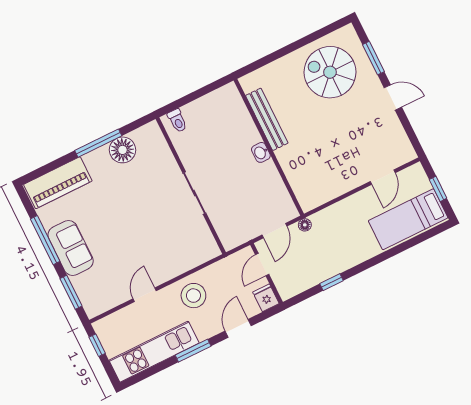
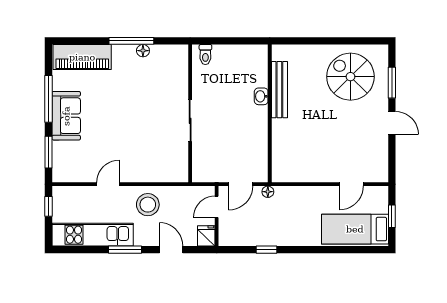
floor lamp: (123, 150) -> (143, 51), width x0.53, depth x0.53
washbasin: (261, 152) -> (261, 96), moved
door: (238, 328) -> (171, 250), hinge flipped

